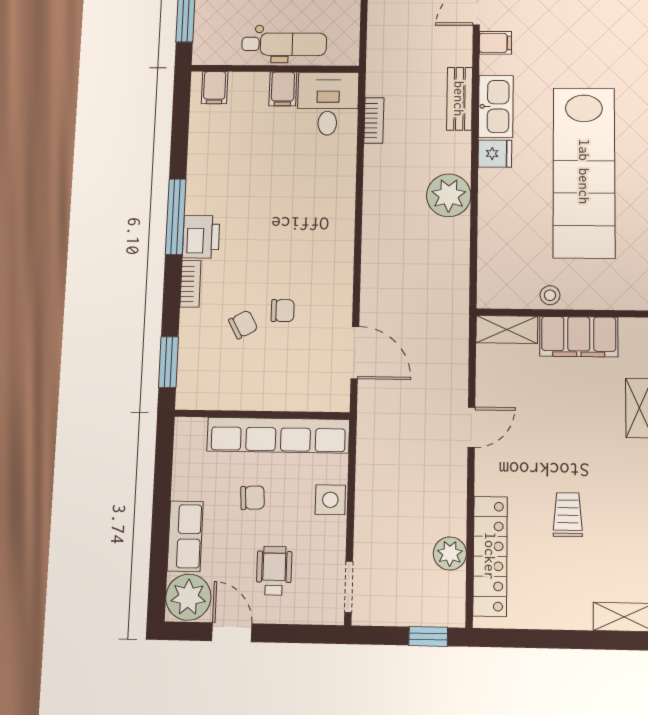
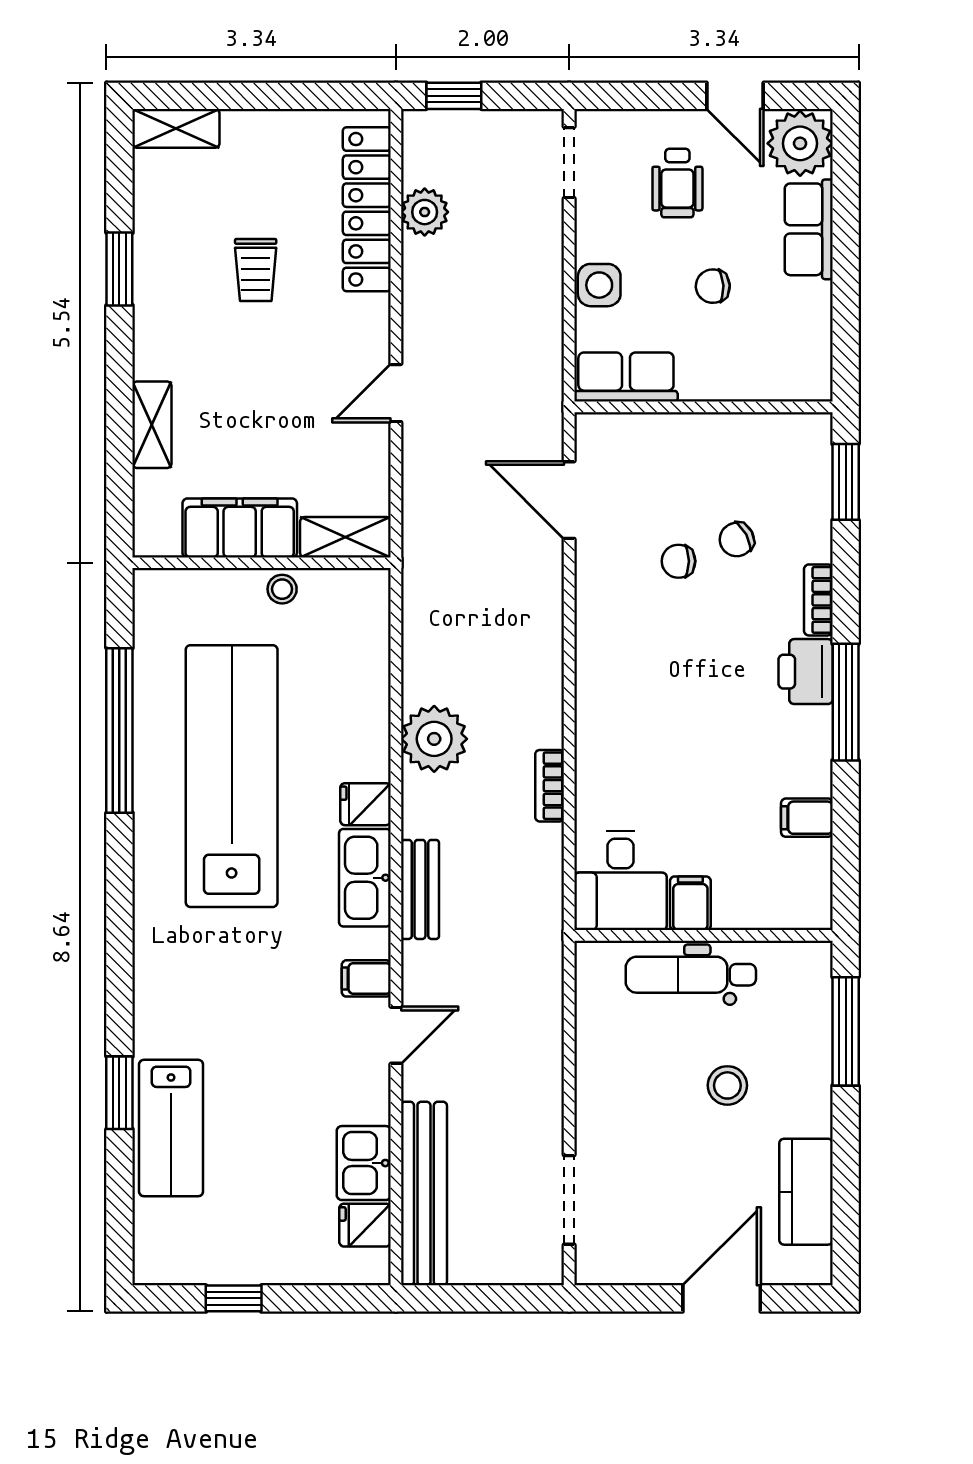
filing cabinet: (215, 88) -> (807, 818), moved, turned -90
bookcase: (374, 120) -> (550, 786), moved
row of seats: (278, 435) -> (626, 377), width x0.50

